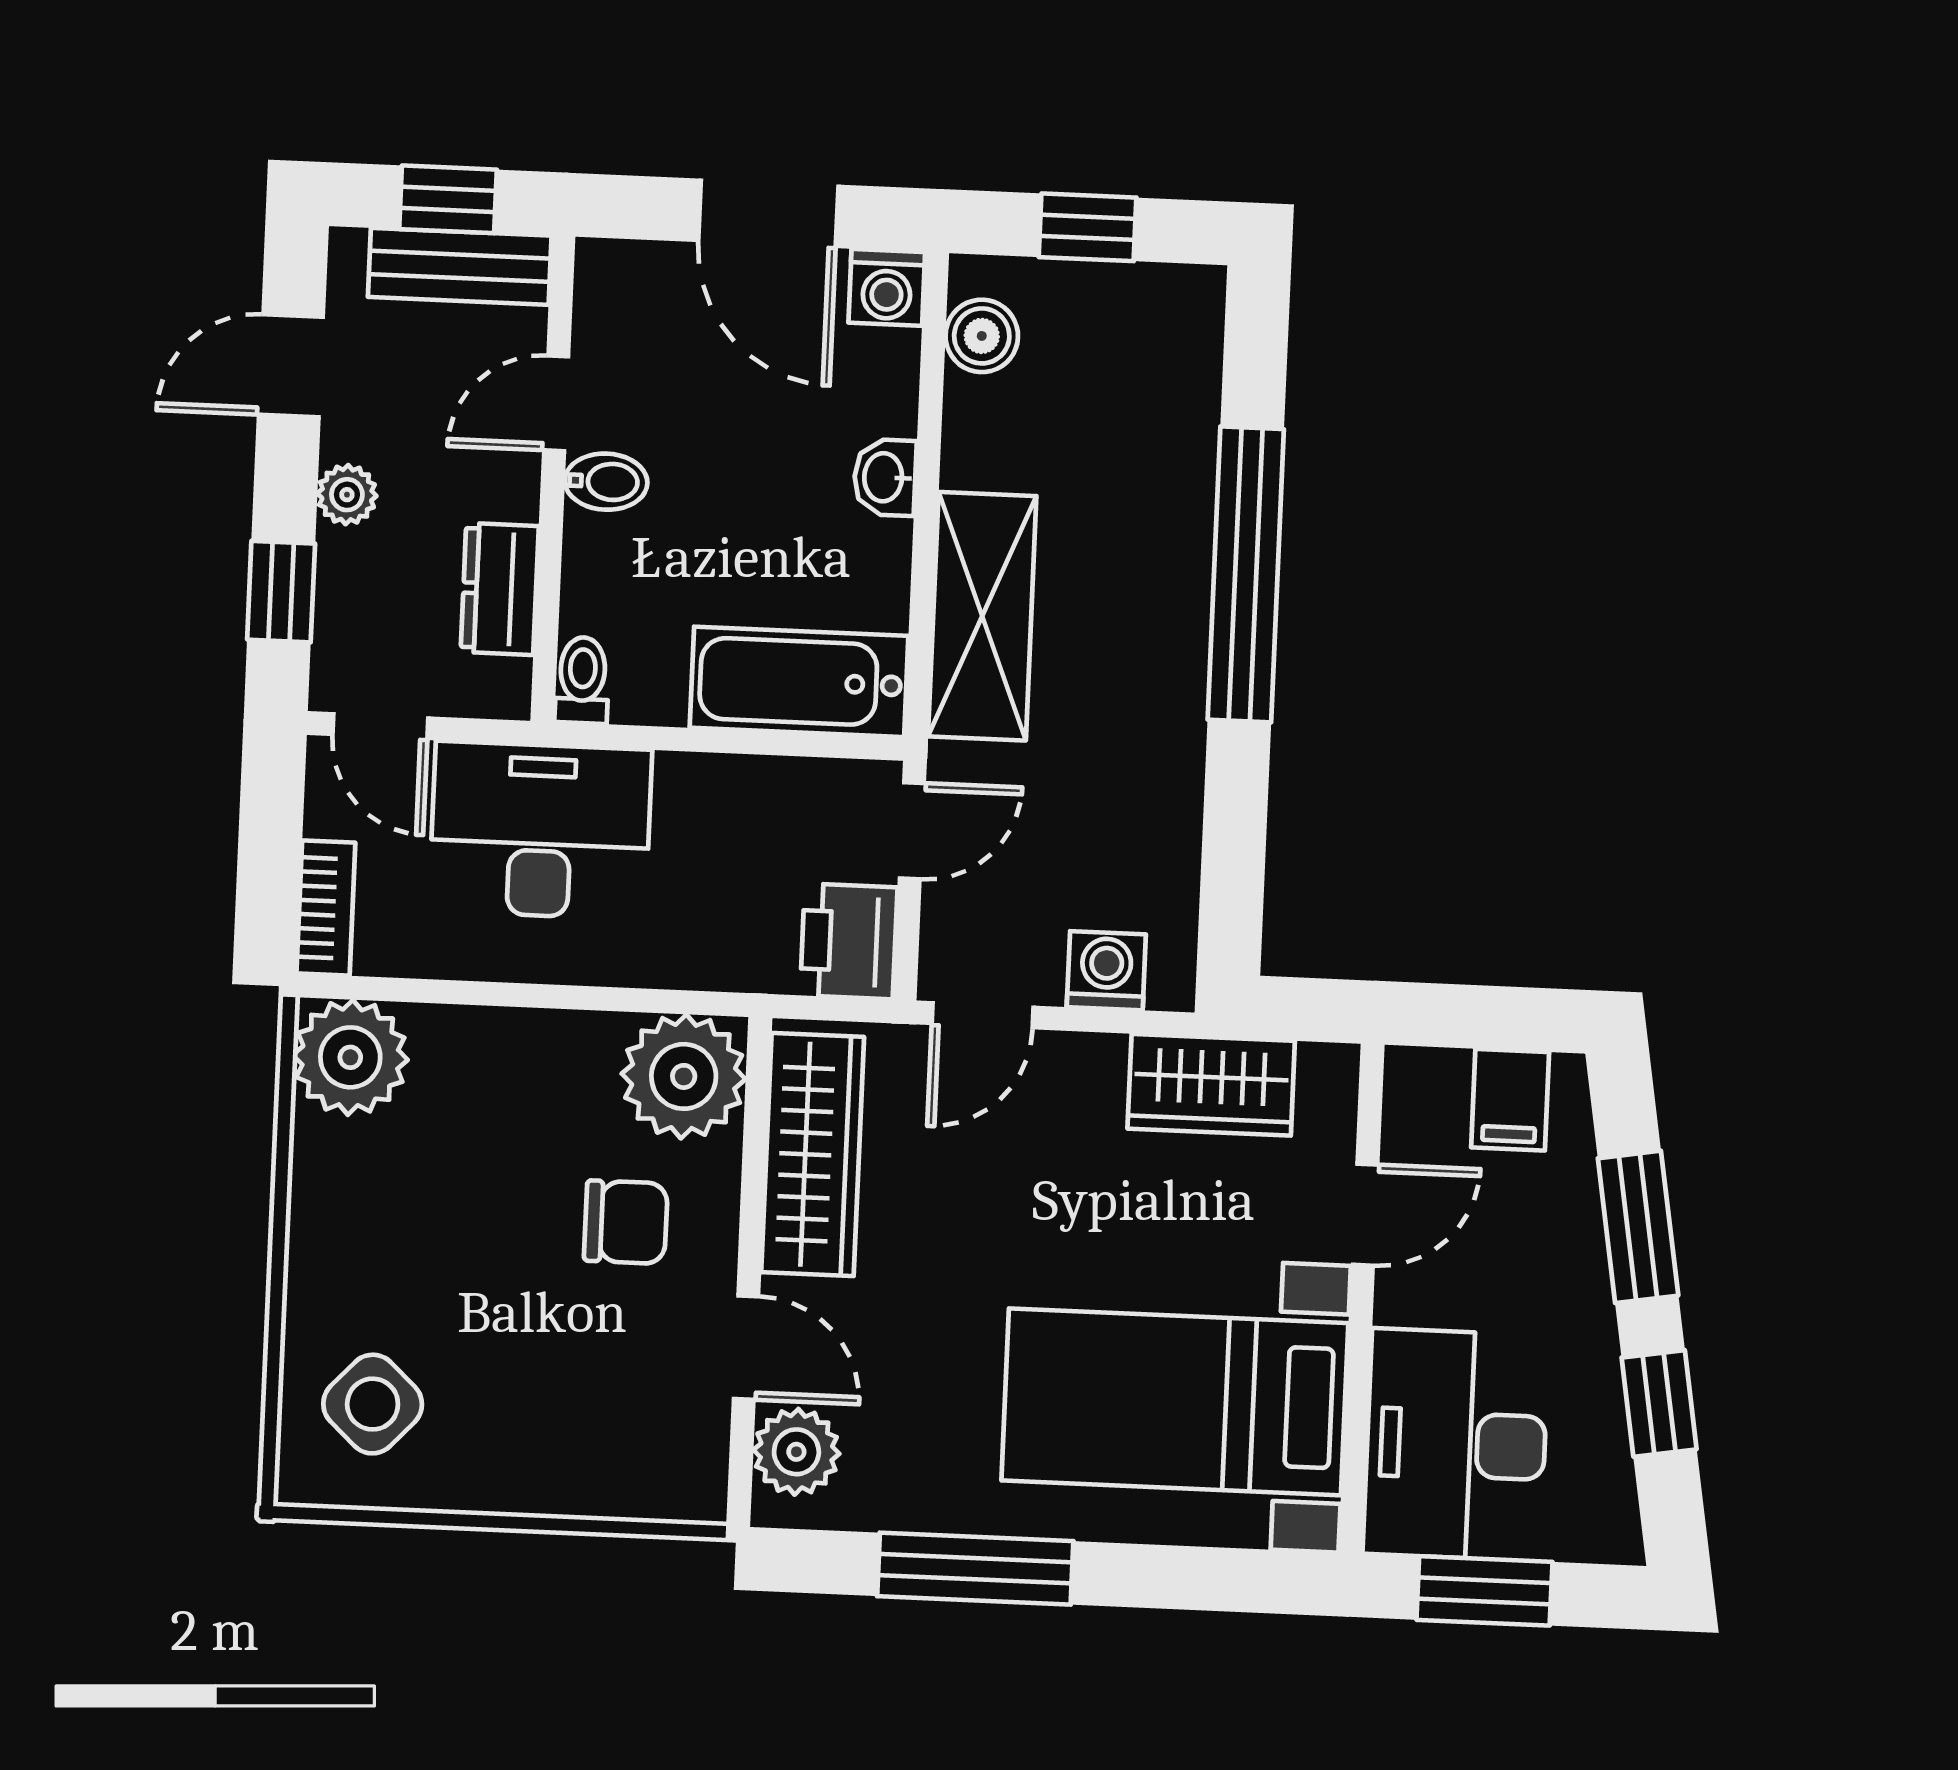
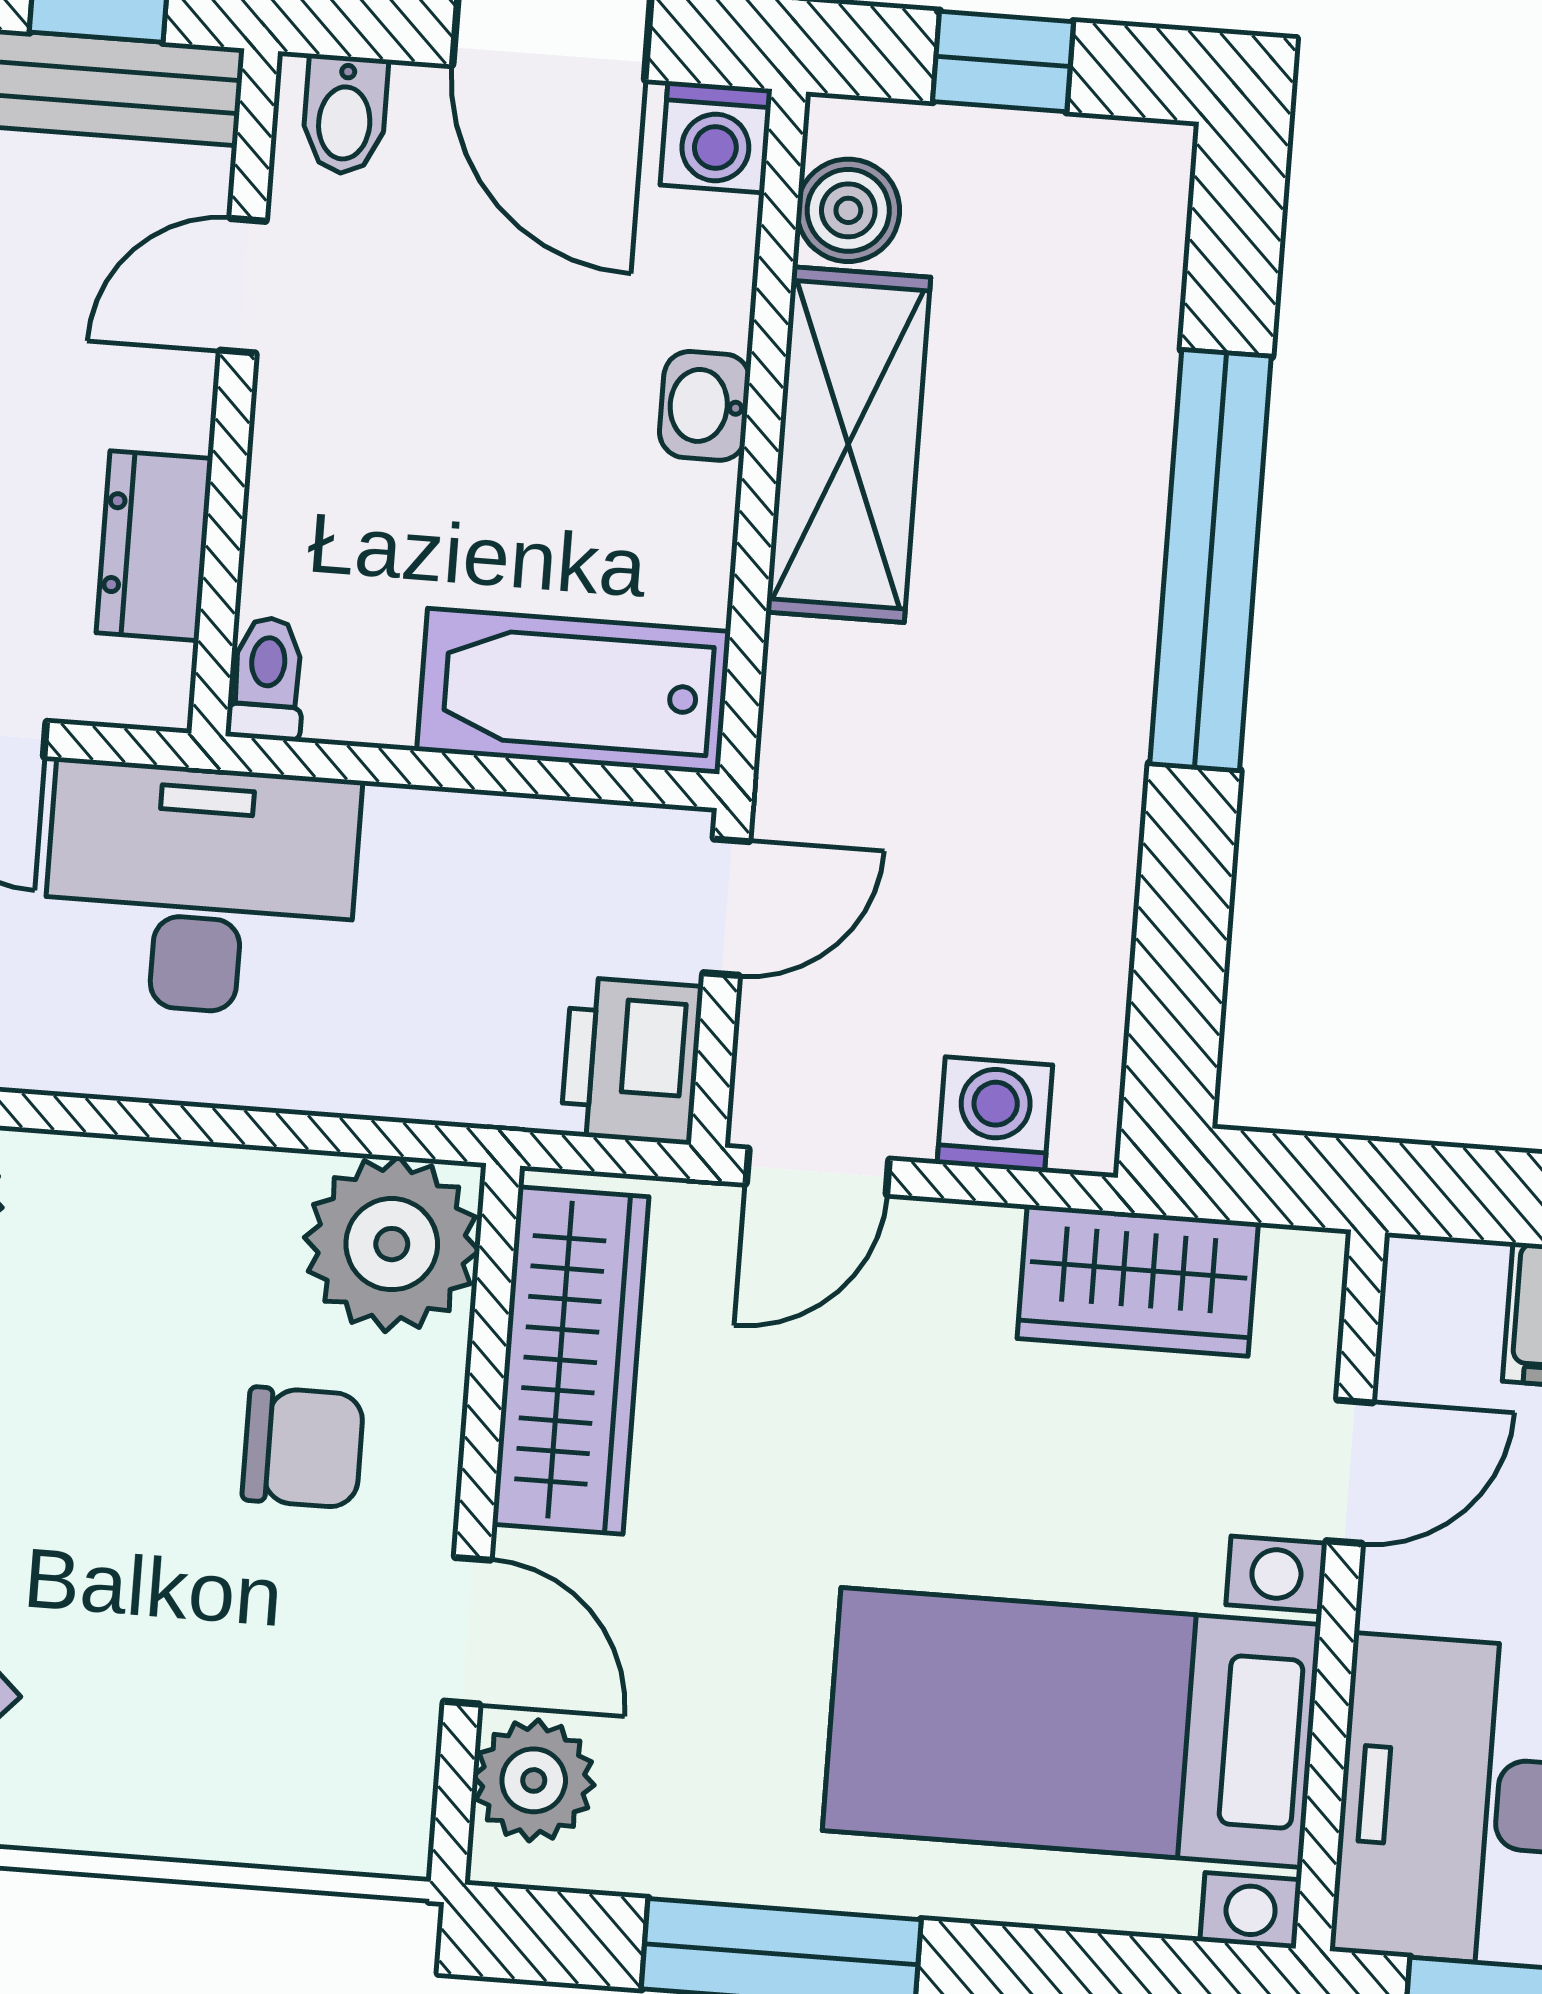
bidet: (606, 482) -> (345, 115), moved, turned 90
shelving: (982, 616) -> (848, 445), moved

